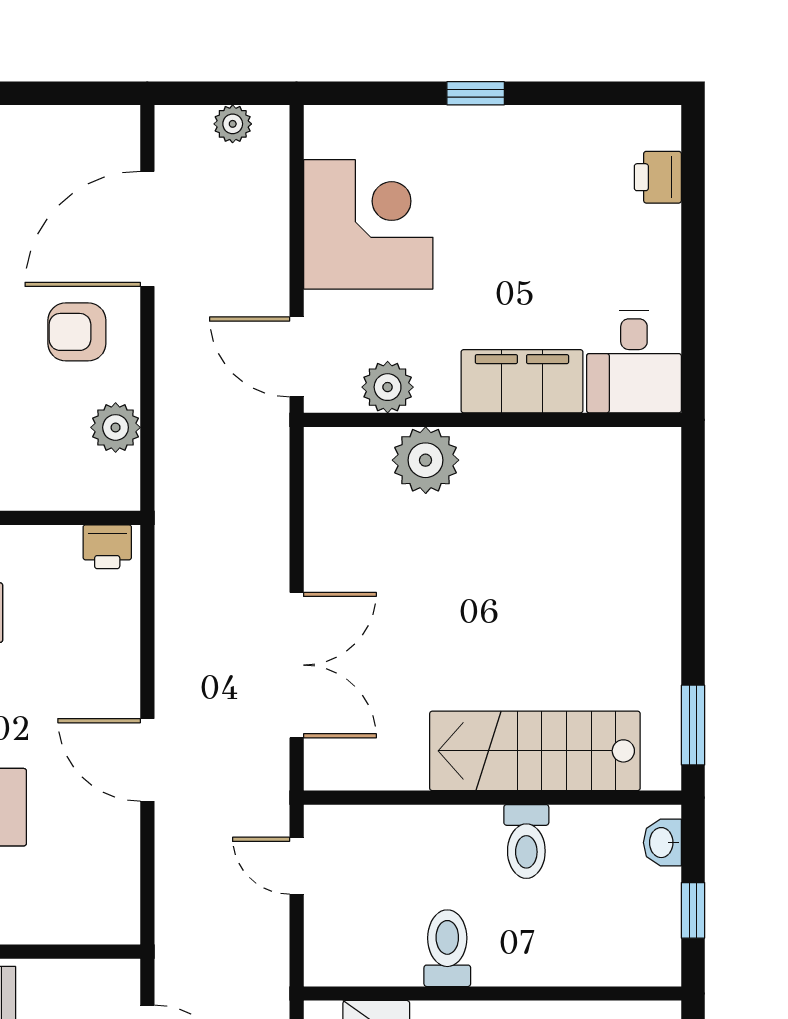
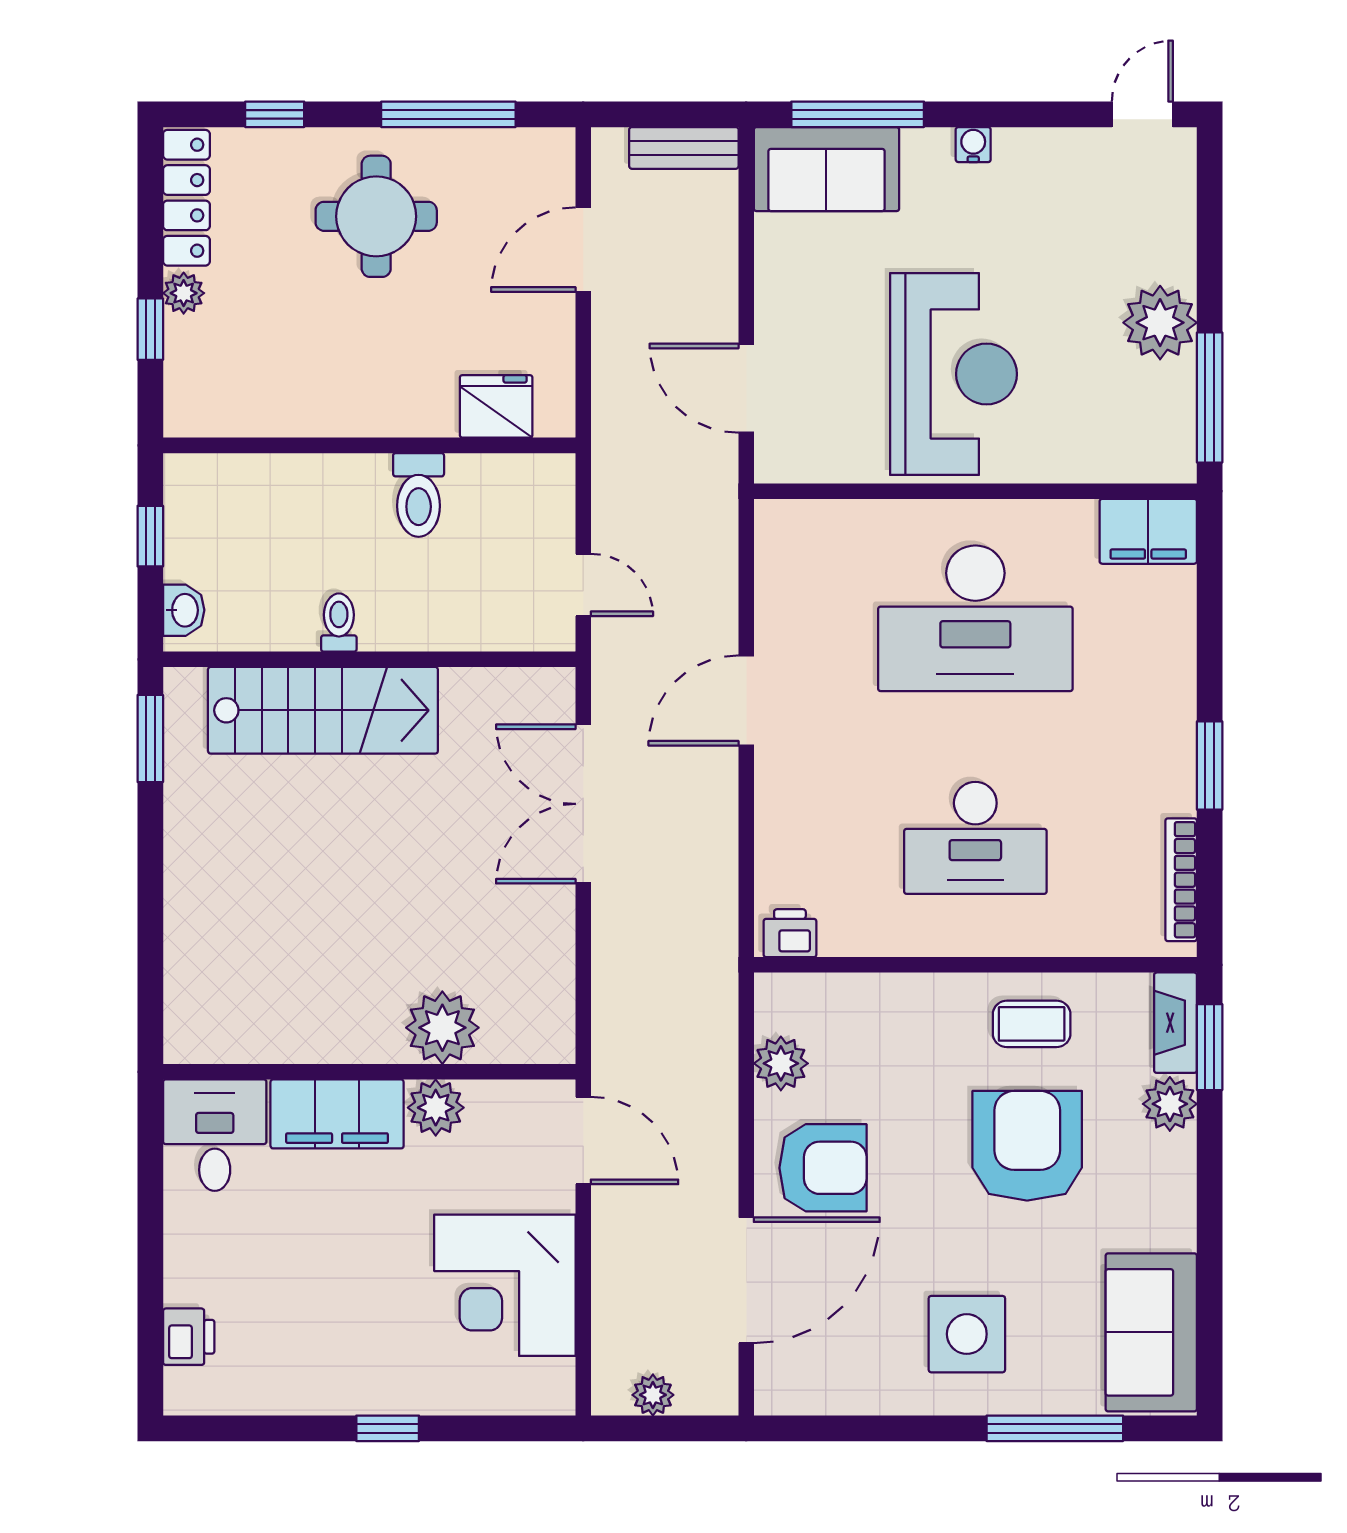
armchair: (77, 332) -> (823, 1168), width x1.38, depth x1.38
plant: (388, 387) -> (436, 1108), moved
door: (147, 760) -> (746, 701), swing flipped
toilet: (526, 842) -> (339, 623), width x0.73, depth x0.72

